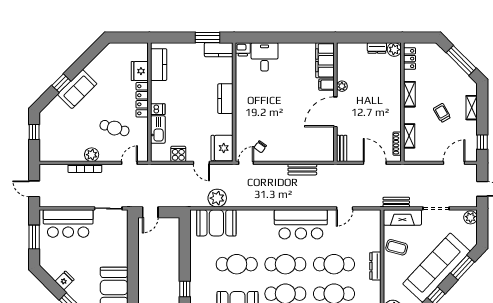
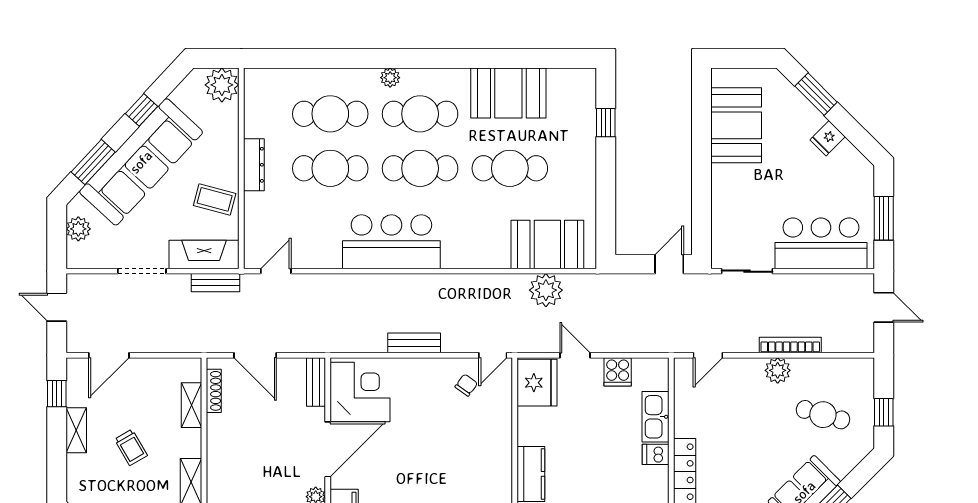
shelving: (472, 108) -> (76, 430), moved
cafe table: (115, 128) -> (823, 415), moved
corner desk: (318, 143) -> (360, 392), added
bench: (302, 170) -> (414, 343), moved
door: (345, 208) -> (276, 271), moved
plant: (471, 217) -> (78, 229), moved

